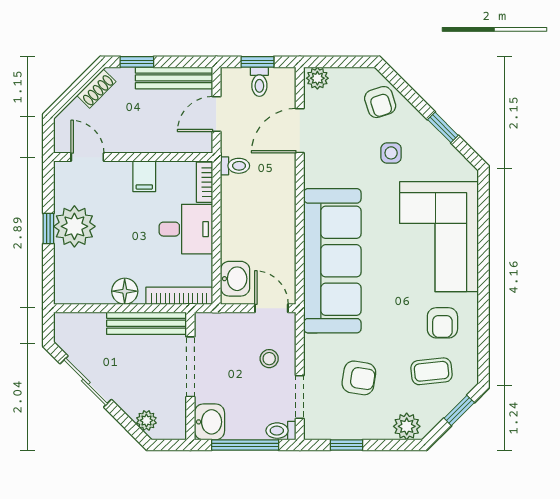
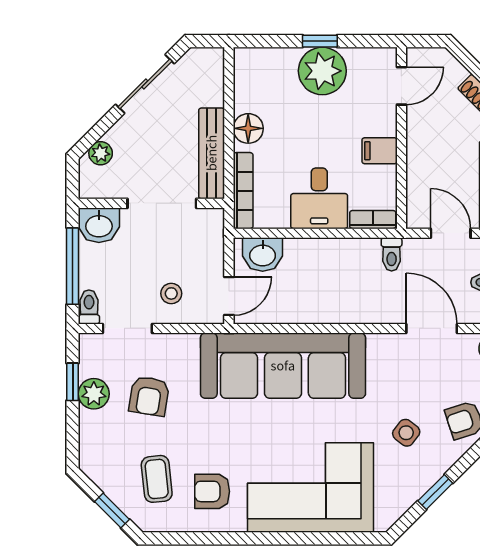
side table: (391, 153) -> (406, 433), turned 38
plant: (407, 426) -> (94, 394), moved

